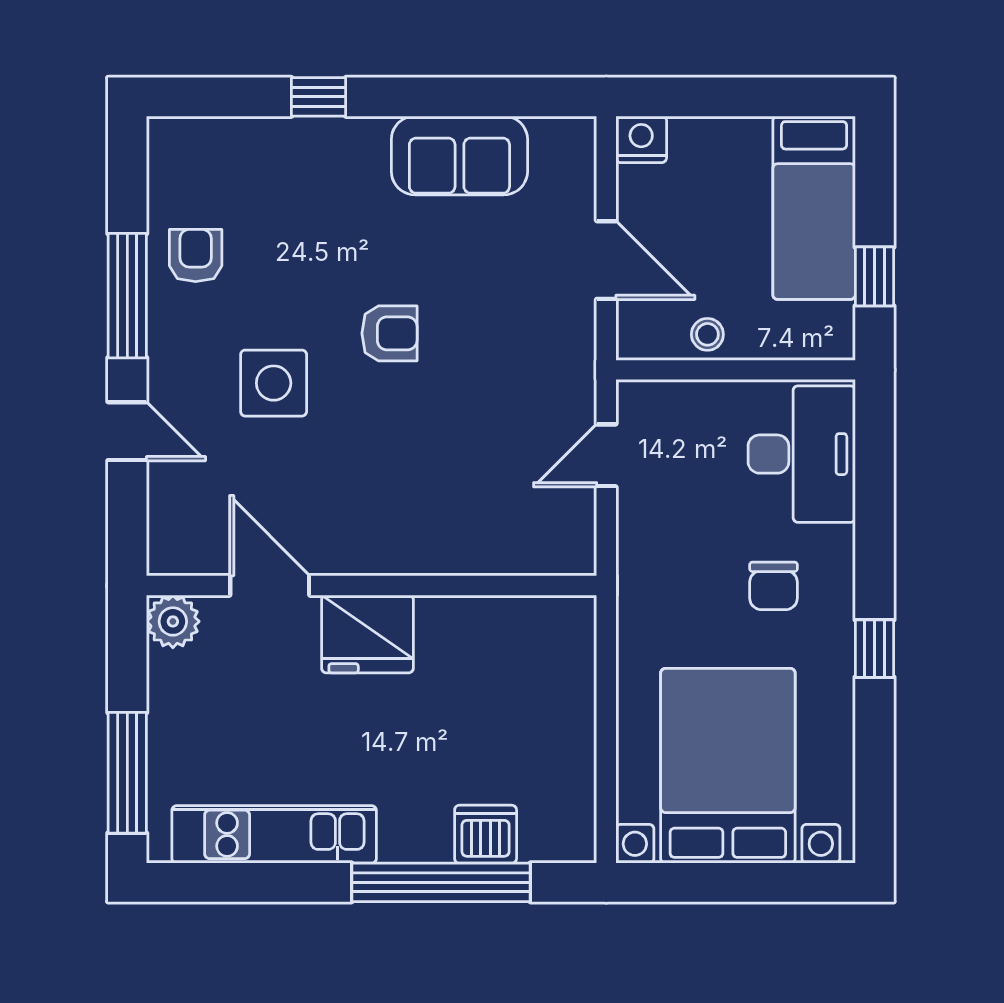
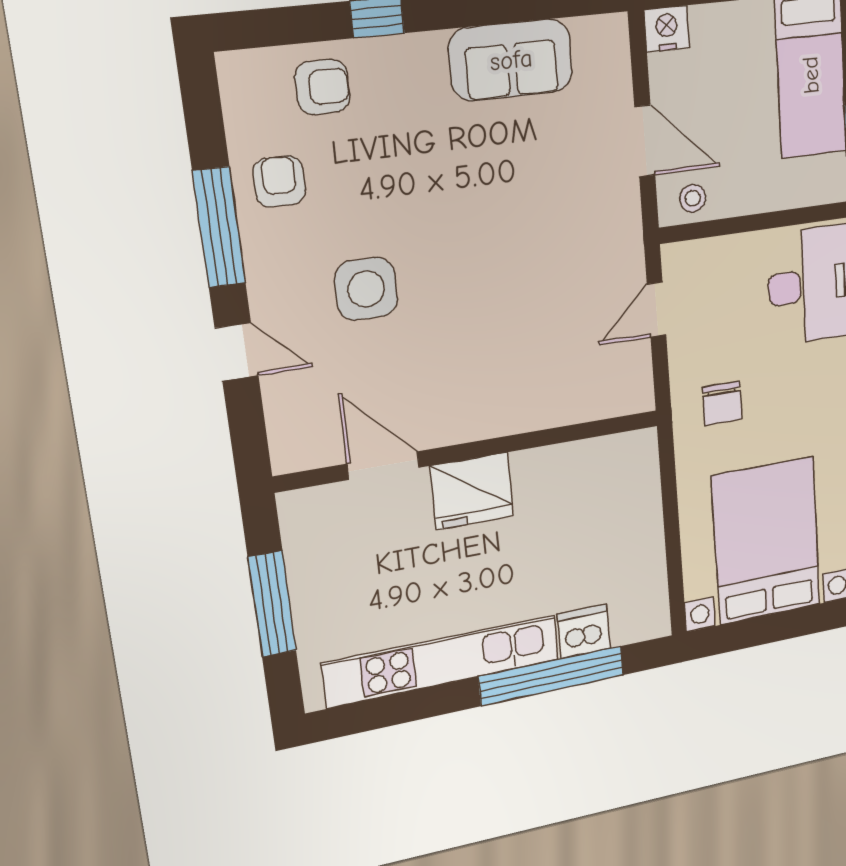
armchair: (389, 333) -> (322, 87), moved
stool: (707, 334) -> (693, 198), moved
chair: (774, 586) -> (722, 403), moved
plant: (173, 621) -> (301, 511), removed
window: (127, 773) -> (272, 604), moved
kitchen unit: (274, 834) -> (442, 661), width x1.36

